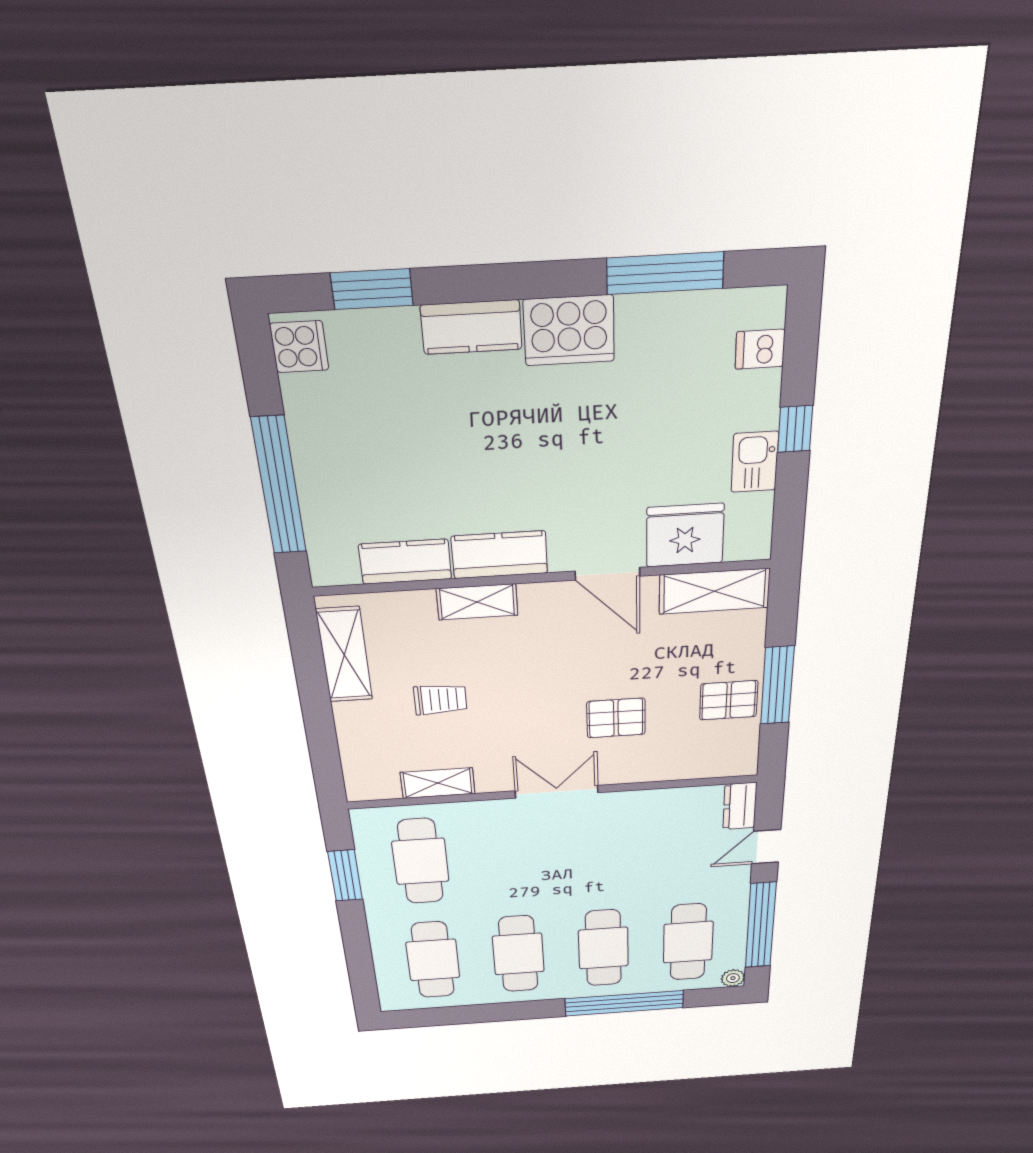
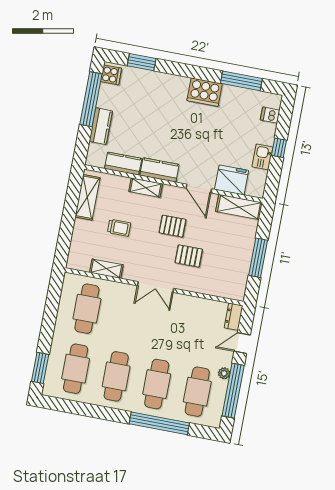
kitchen counter: (471, 327) -> (101, 126), moved, turned -90
window: (279, 486) -> (91, 99), moved
pallet: (729, 700) -> (173, 226), moved
double door: (557, 792) -> (156, 287), swing flipped
window: (345, 876) -> (40, 368), moved
plant: (733, 978) -> (224, 373), moved

